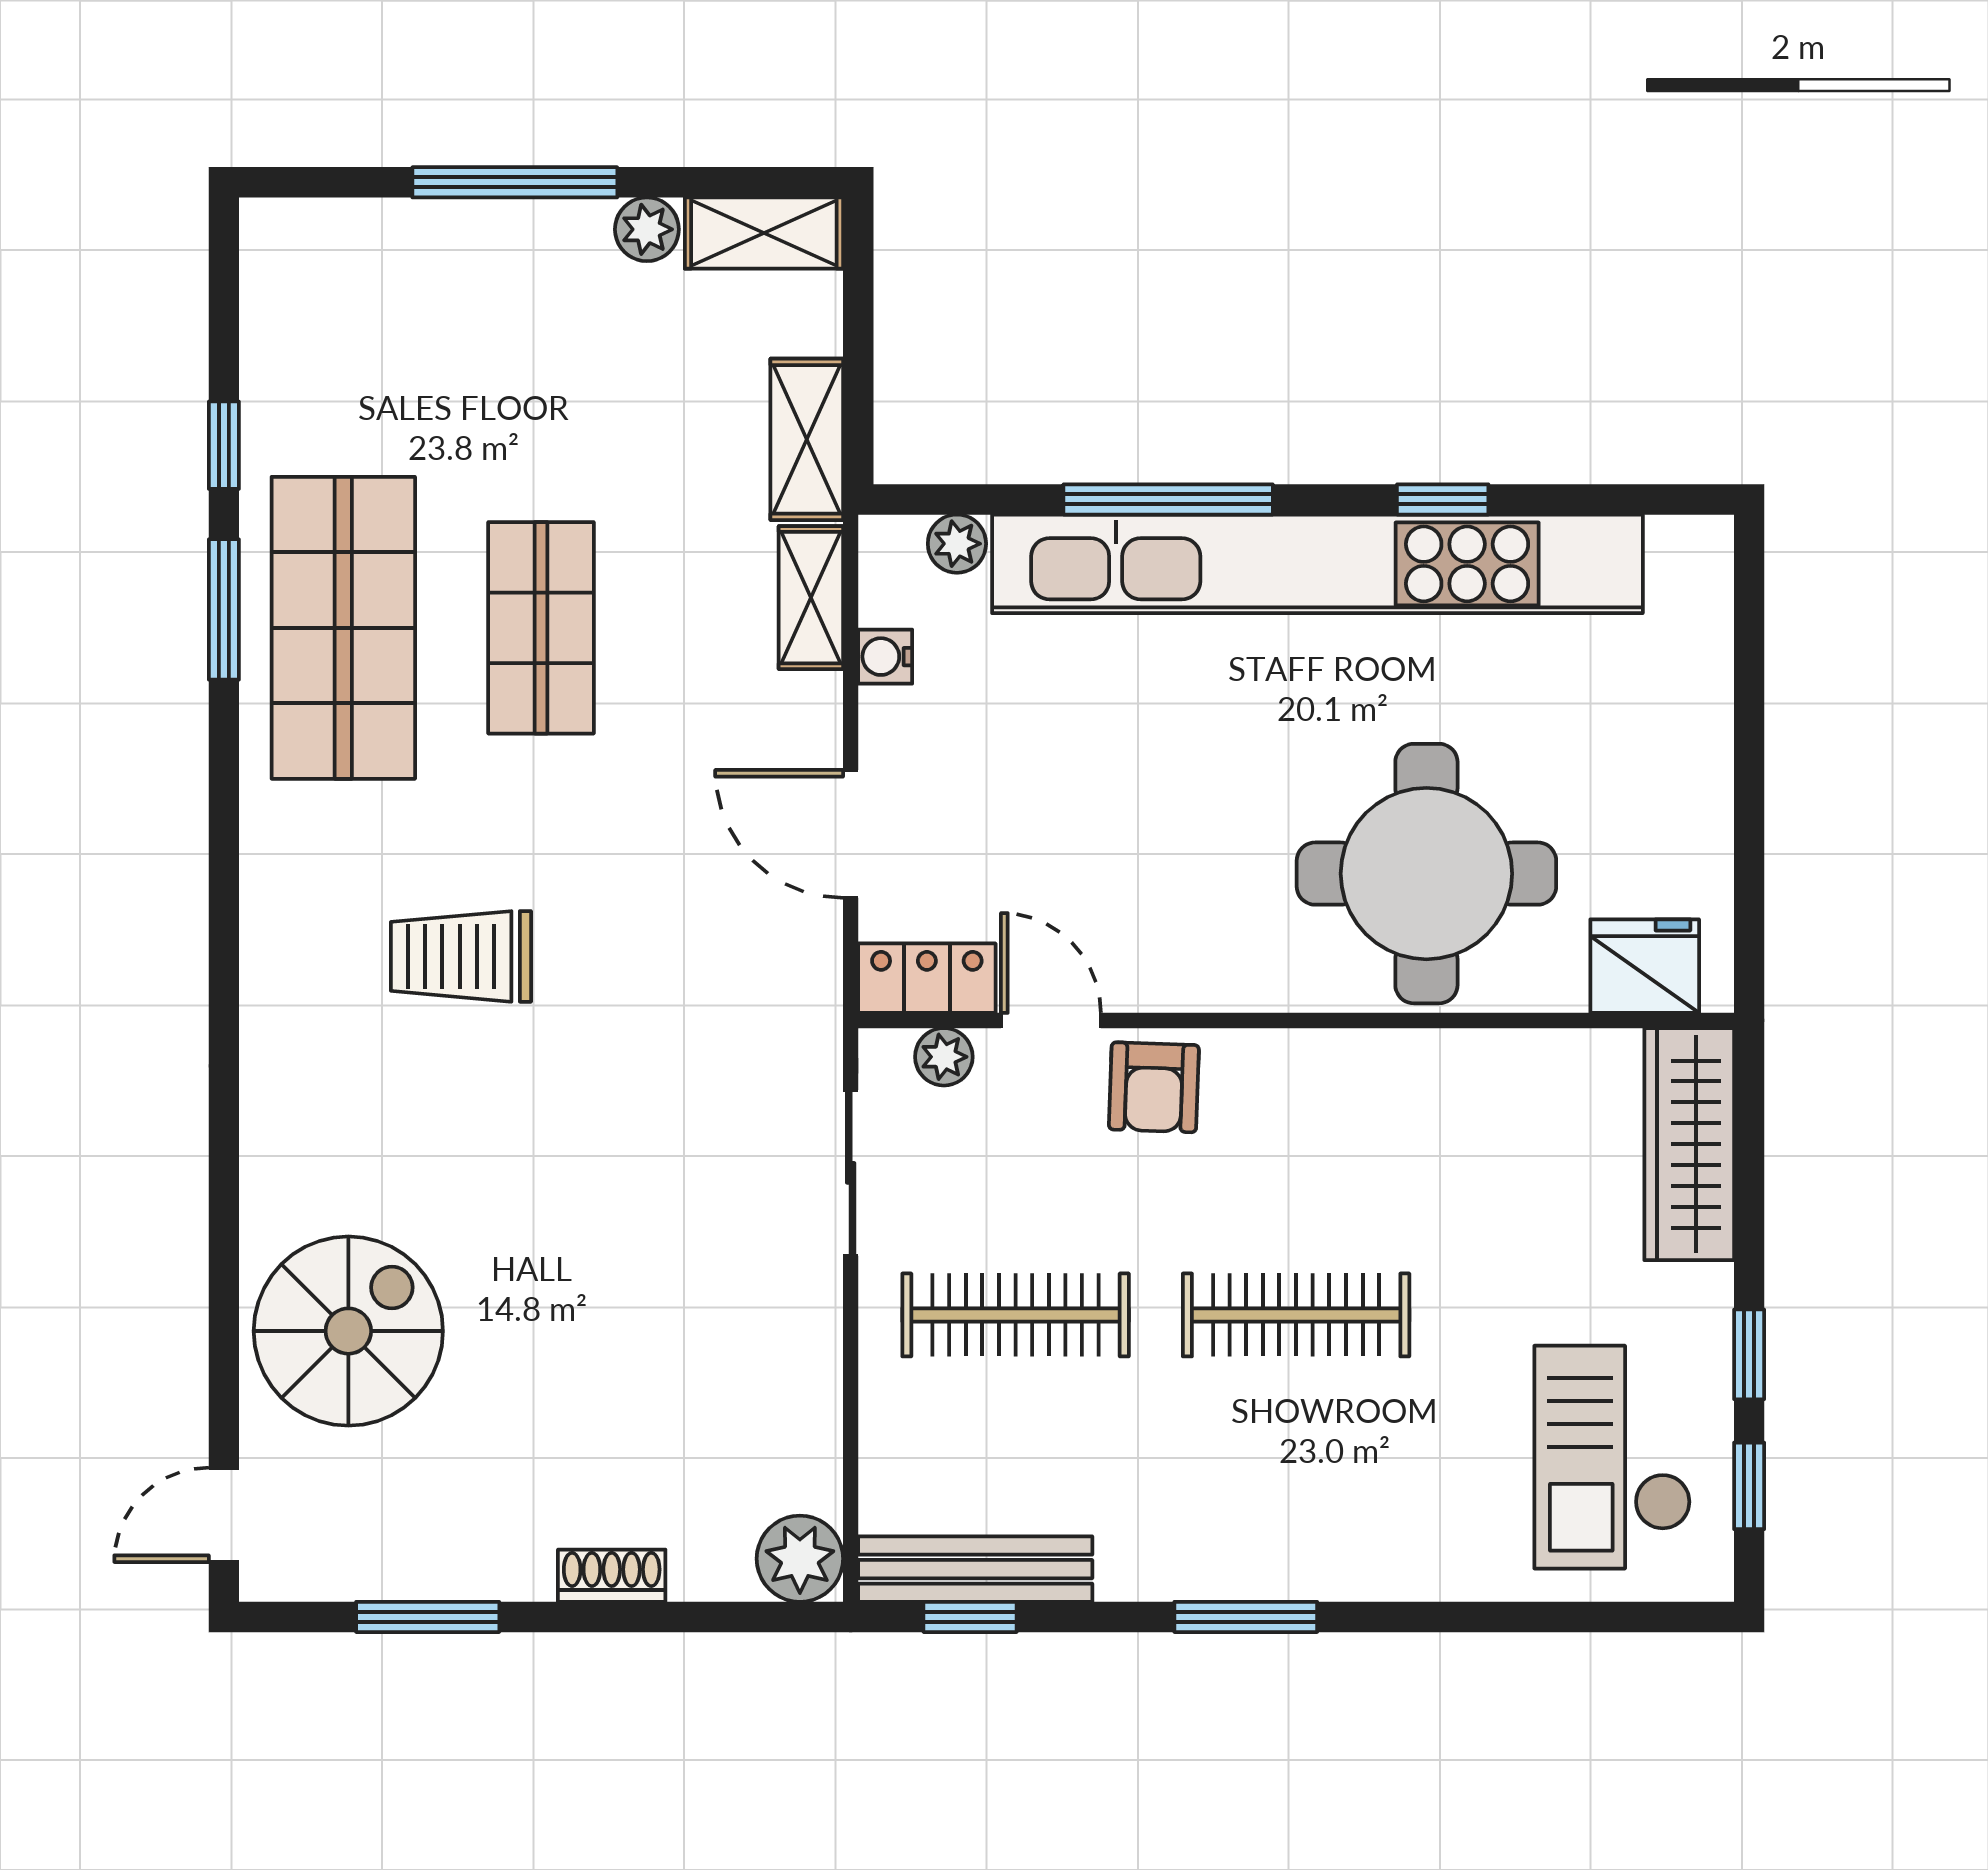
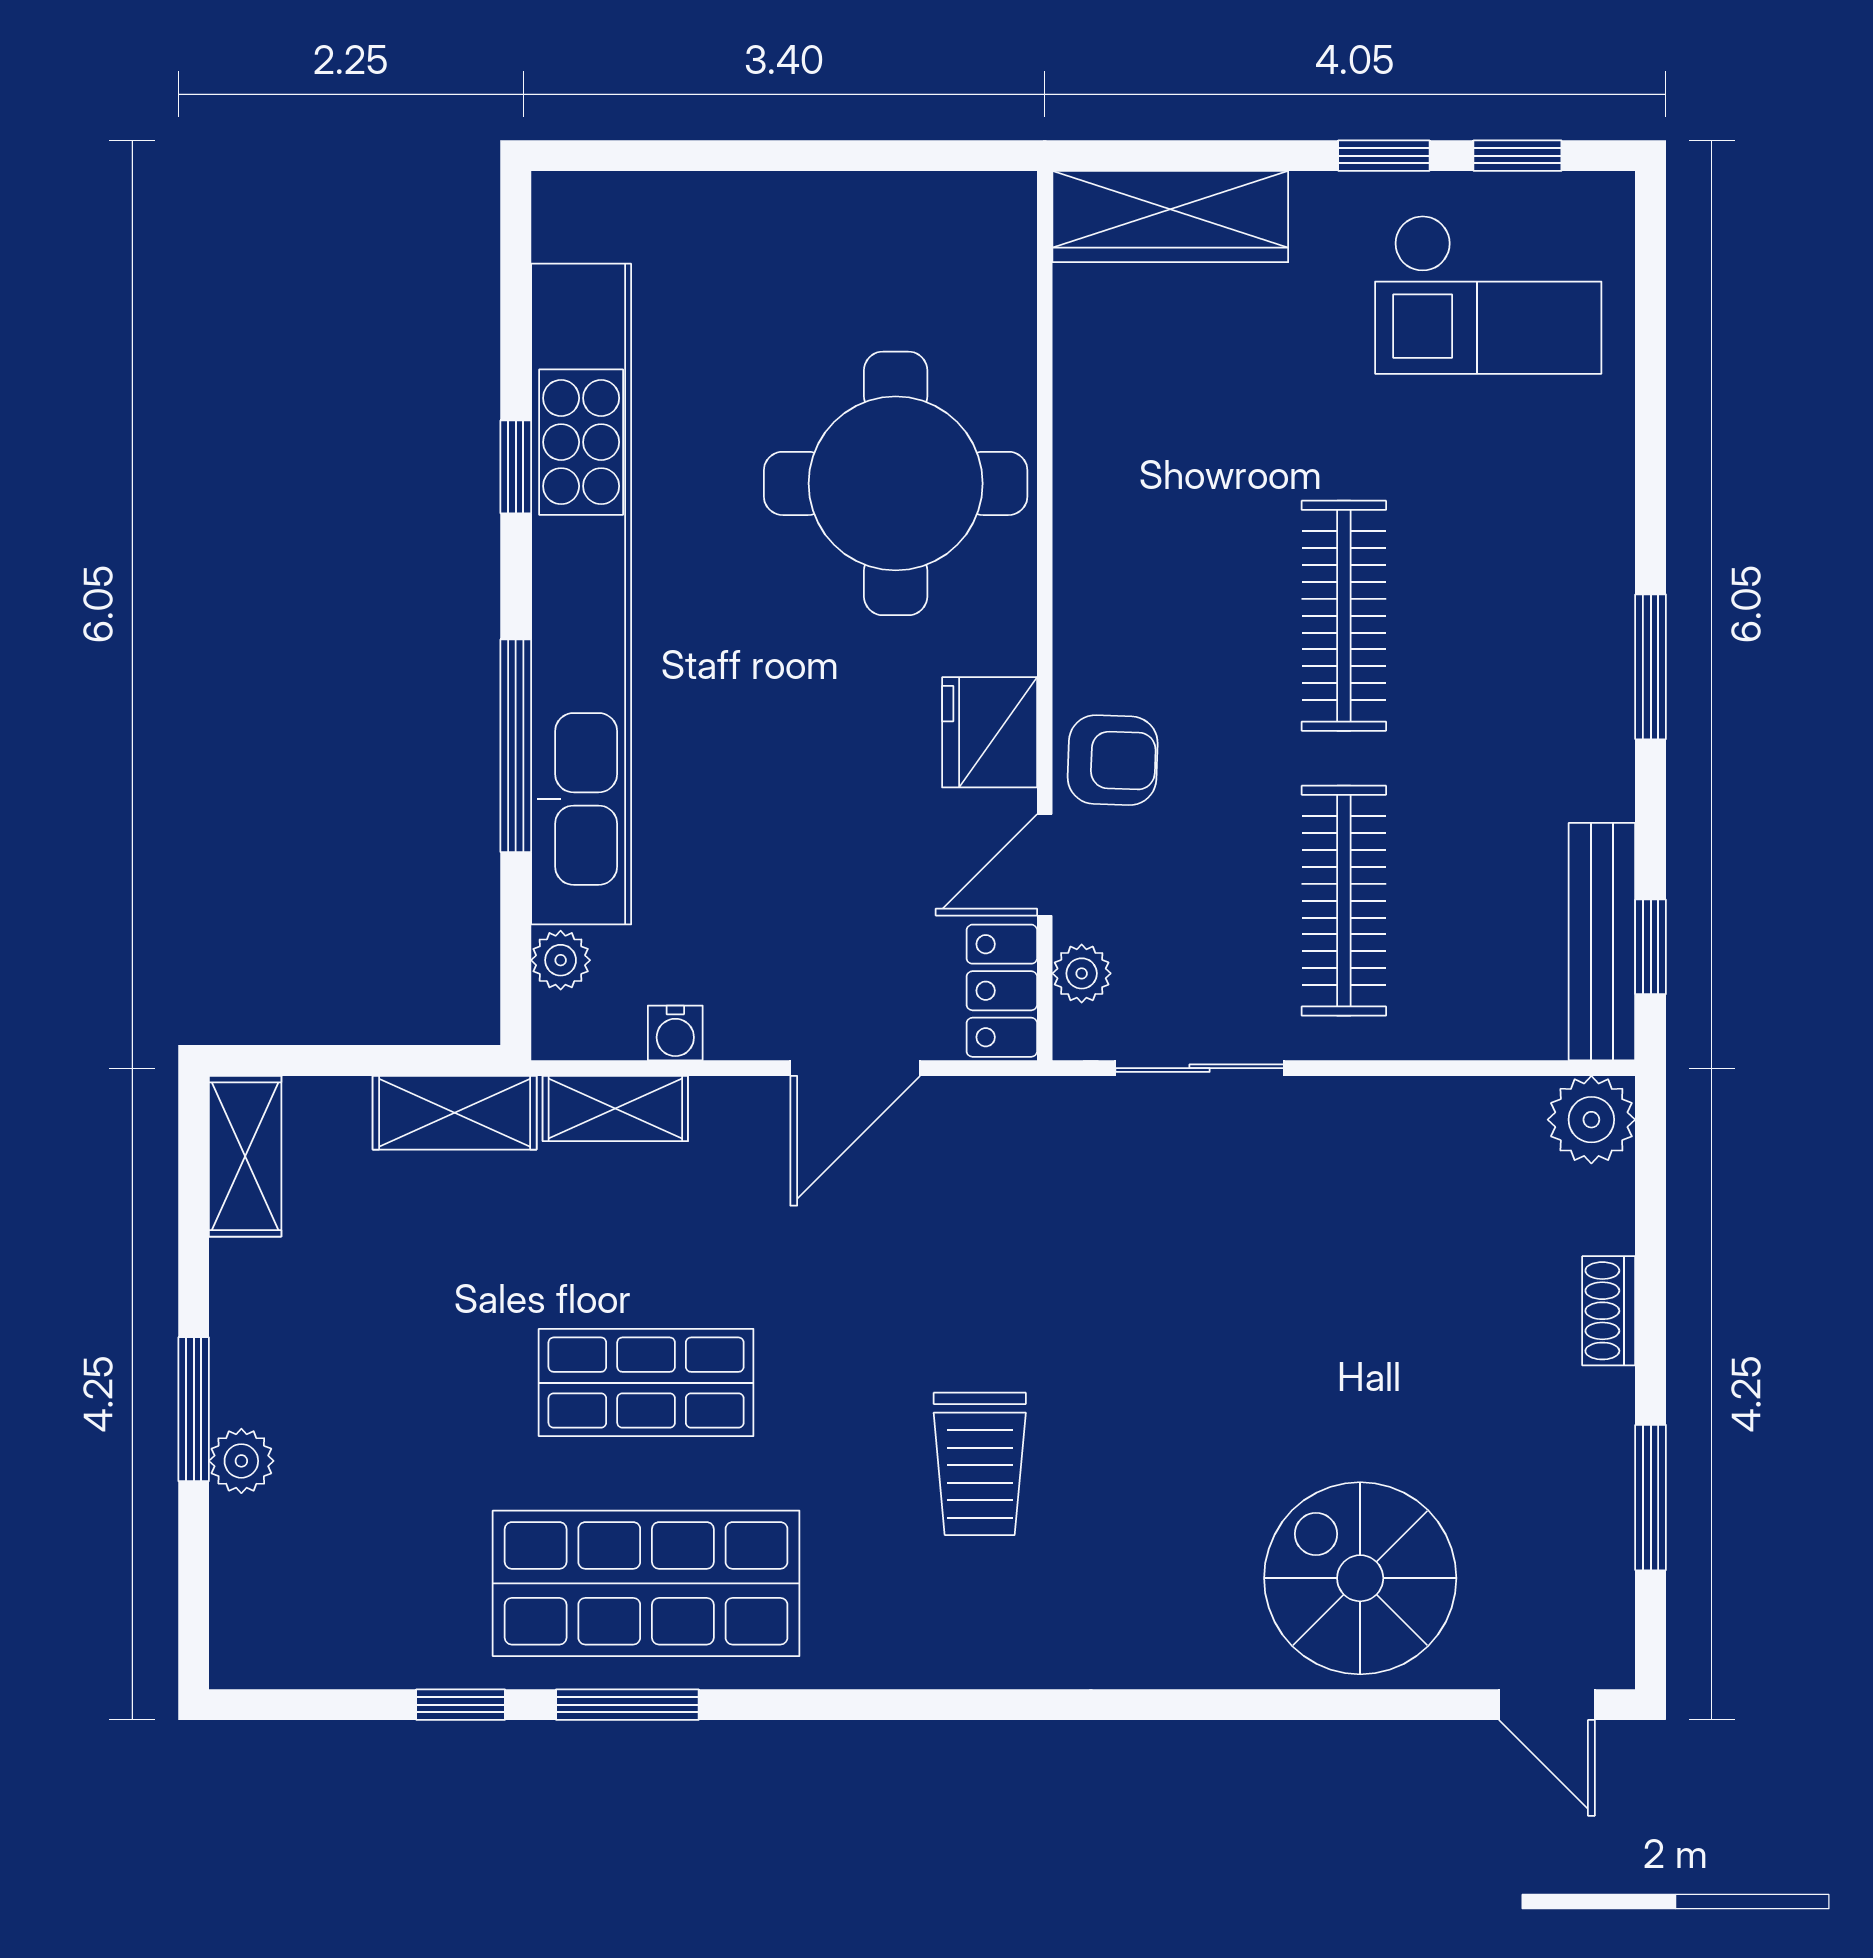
window: (515, 182) -> (194, 1409), width x0.69
plant: (647, 229) -> (241, 1461), moved
fridge: (1645, 966) -> (990, 732), moved

